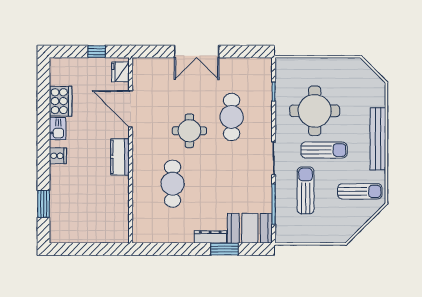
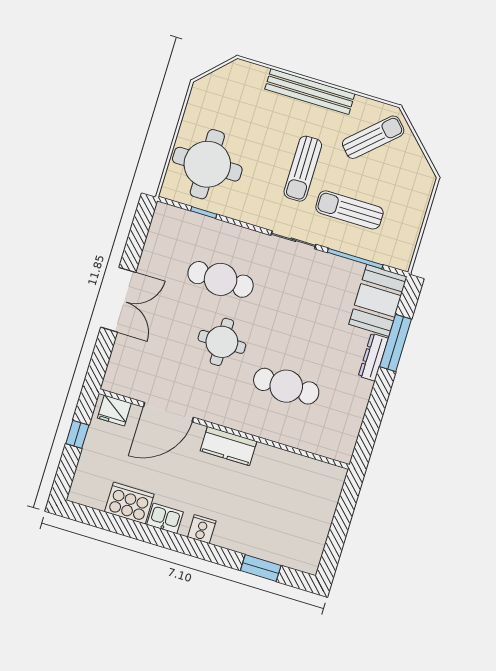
round table: (315, 111) -> (207, 164), moved
sun lounger: (324, 150) -> (303, 169), turned 180
sun lounger: (360, 191) -> (373, 137), turned 47
window: (225, 249) -> (396, 343), width x1.44

